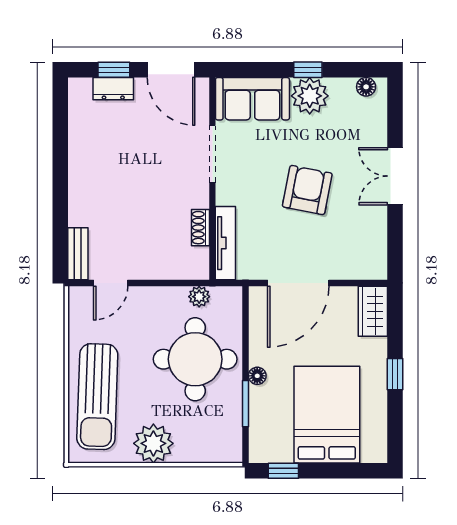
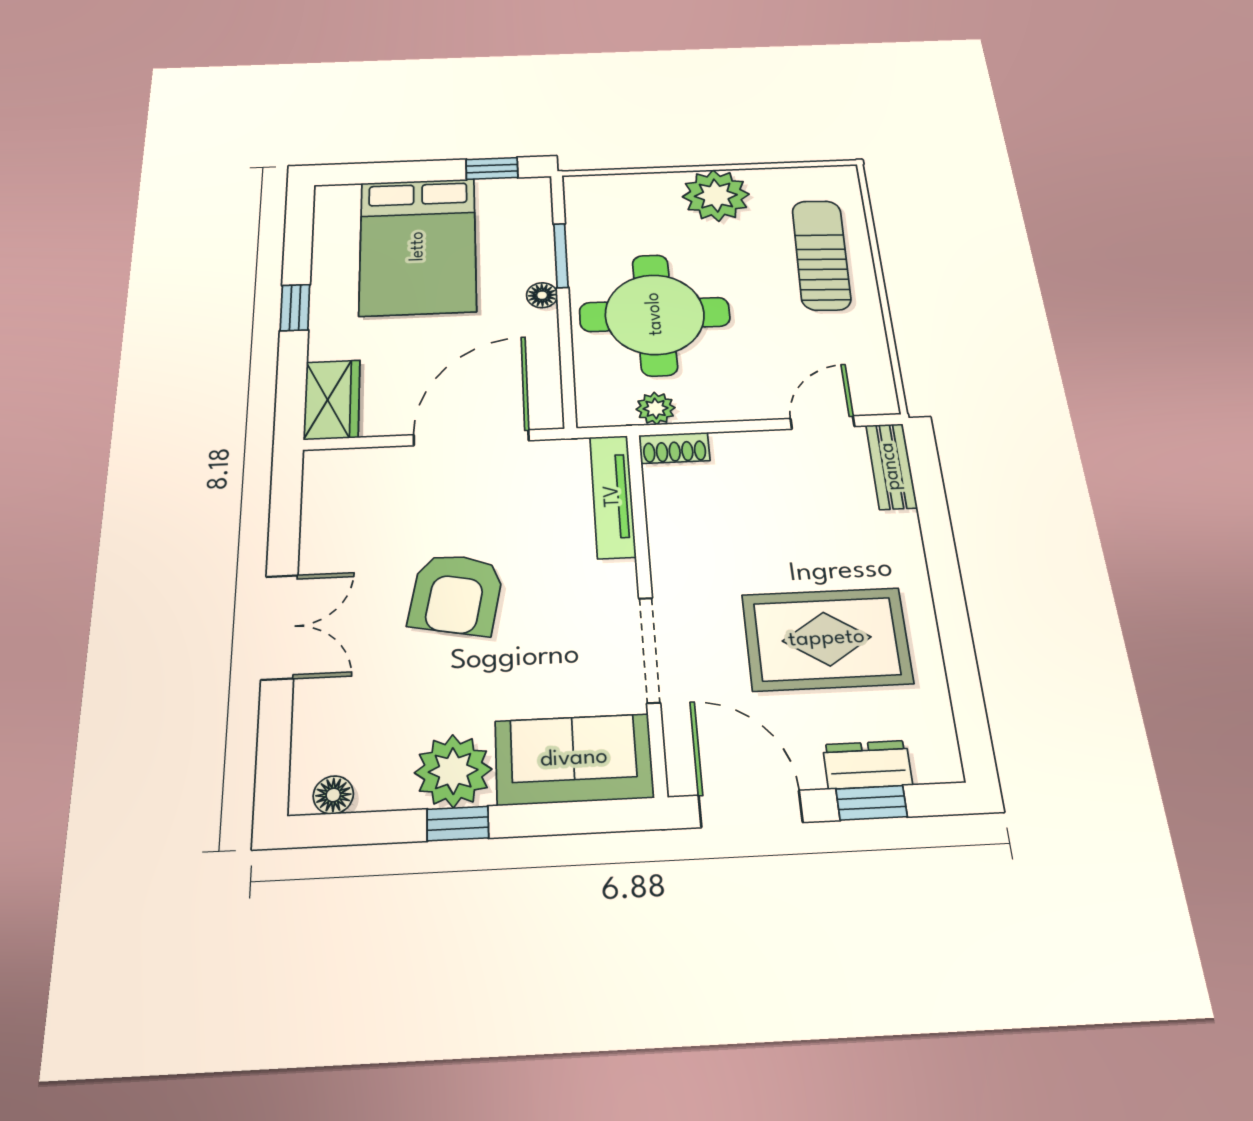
rug: (124, 155) -> (827, 639), added
shoe rack: (200, 228) -> (674, 448), moved, turned 90
sun lounger: (97, 397) -> (821, 255), width x0.73, depth x0.75

